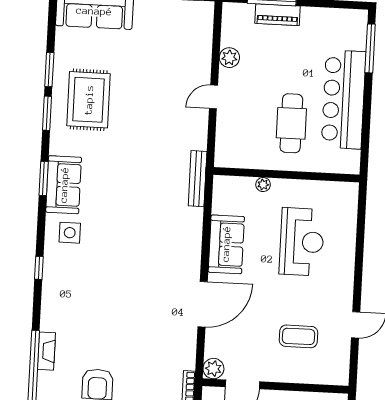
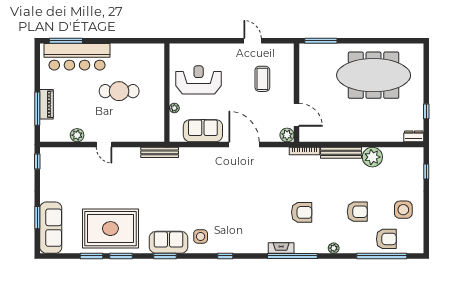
bar counter: (344, 99) -> (77, 57), moved
rug: (89, 100) -> (110, 229), width x1.37, depth x1.44
wall: (286, 175) -> (167, 93), moved
plant: (263, 185) -> (174, 108), moved

